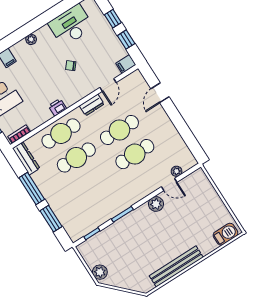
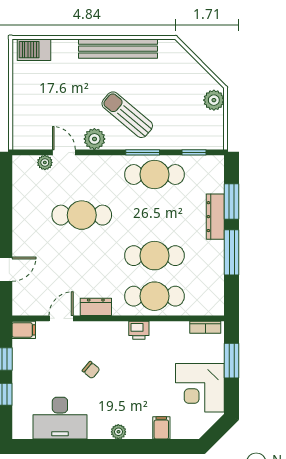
cafe table: (119, 130) -> (154, 174), moved
dresser: (26, 158) -> (215, 217), moved
sun lounger: (146, 231) -> (127, 115), added

